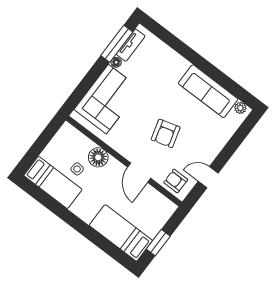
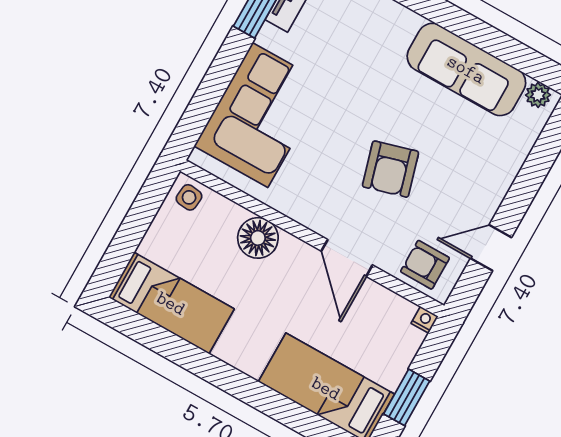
floor lamp: (116, 62) -> (268, 36), removed
side table: (77, 169) -> (189, 197), moved
nightstand: (172, 207) -> (425, 320), added

